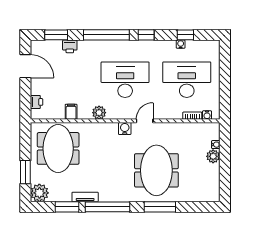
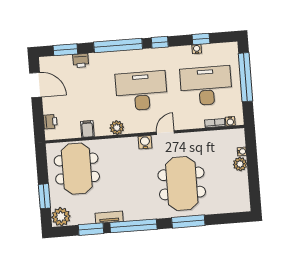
window: (225, 74) -> (246, 77), added

